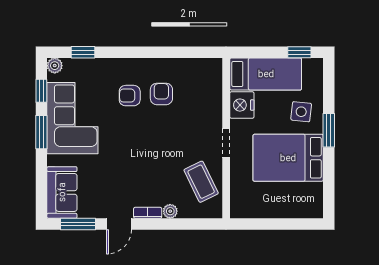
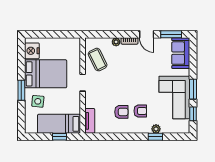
window: (83, 52) -> (155, 137), moved
window: (299, 52) -> (60, 137), moved
plant: (55, 66) -> (156, 129), moved
tv unit: (214, 79) -> (90, 121), added
armchair: (161, 94) -> (121, 112), turned -90
nightstand: (242, 105) -> (32, 51), moved, turned 180
door: (119, 224) -> (147, 34), swing flipped

